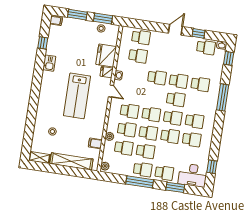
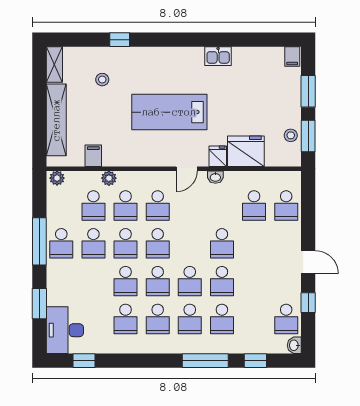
window: (43, 43) -> (120, 40), moved
window: (229, 58) -> (255, 361), moved
school desk: (164, 173) -> (190, 319), moved

